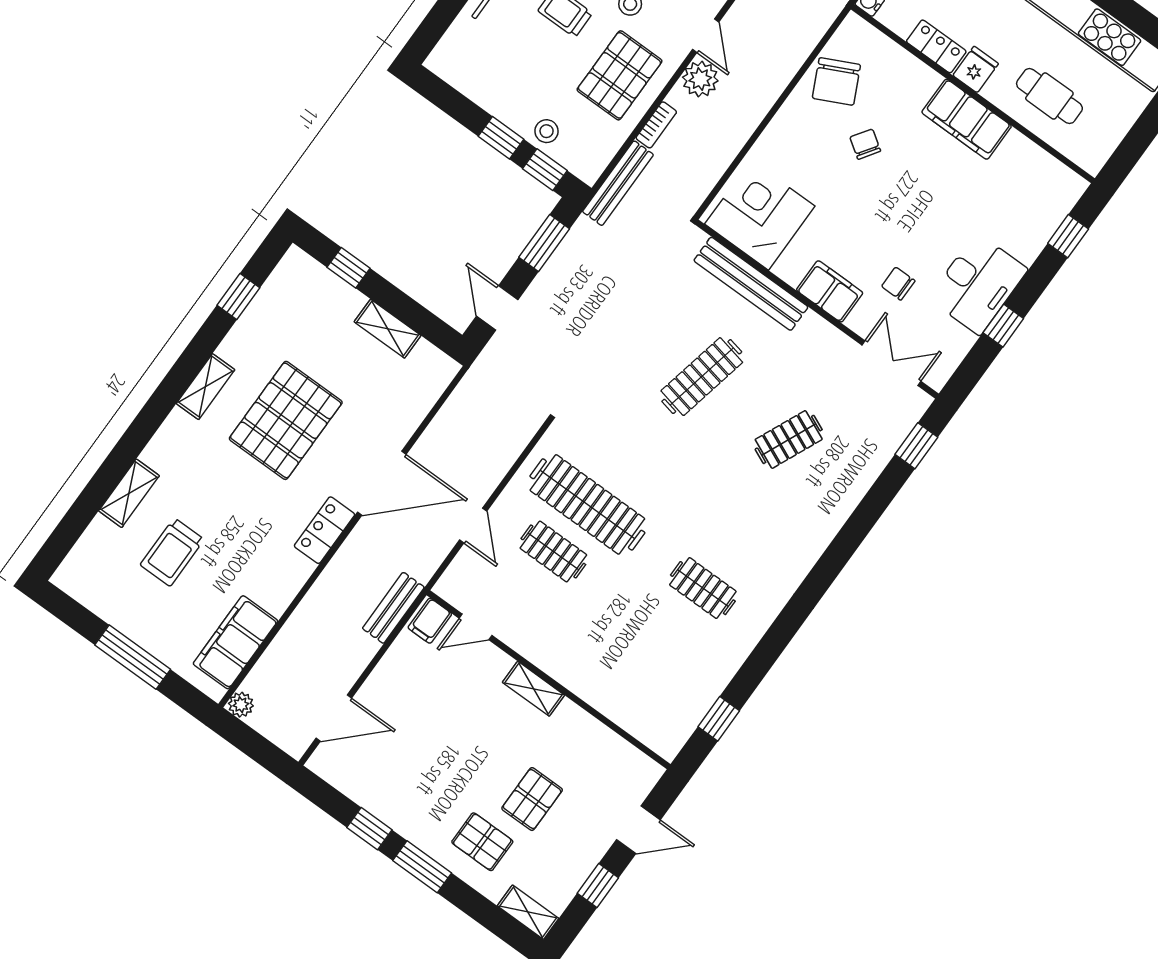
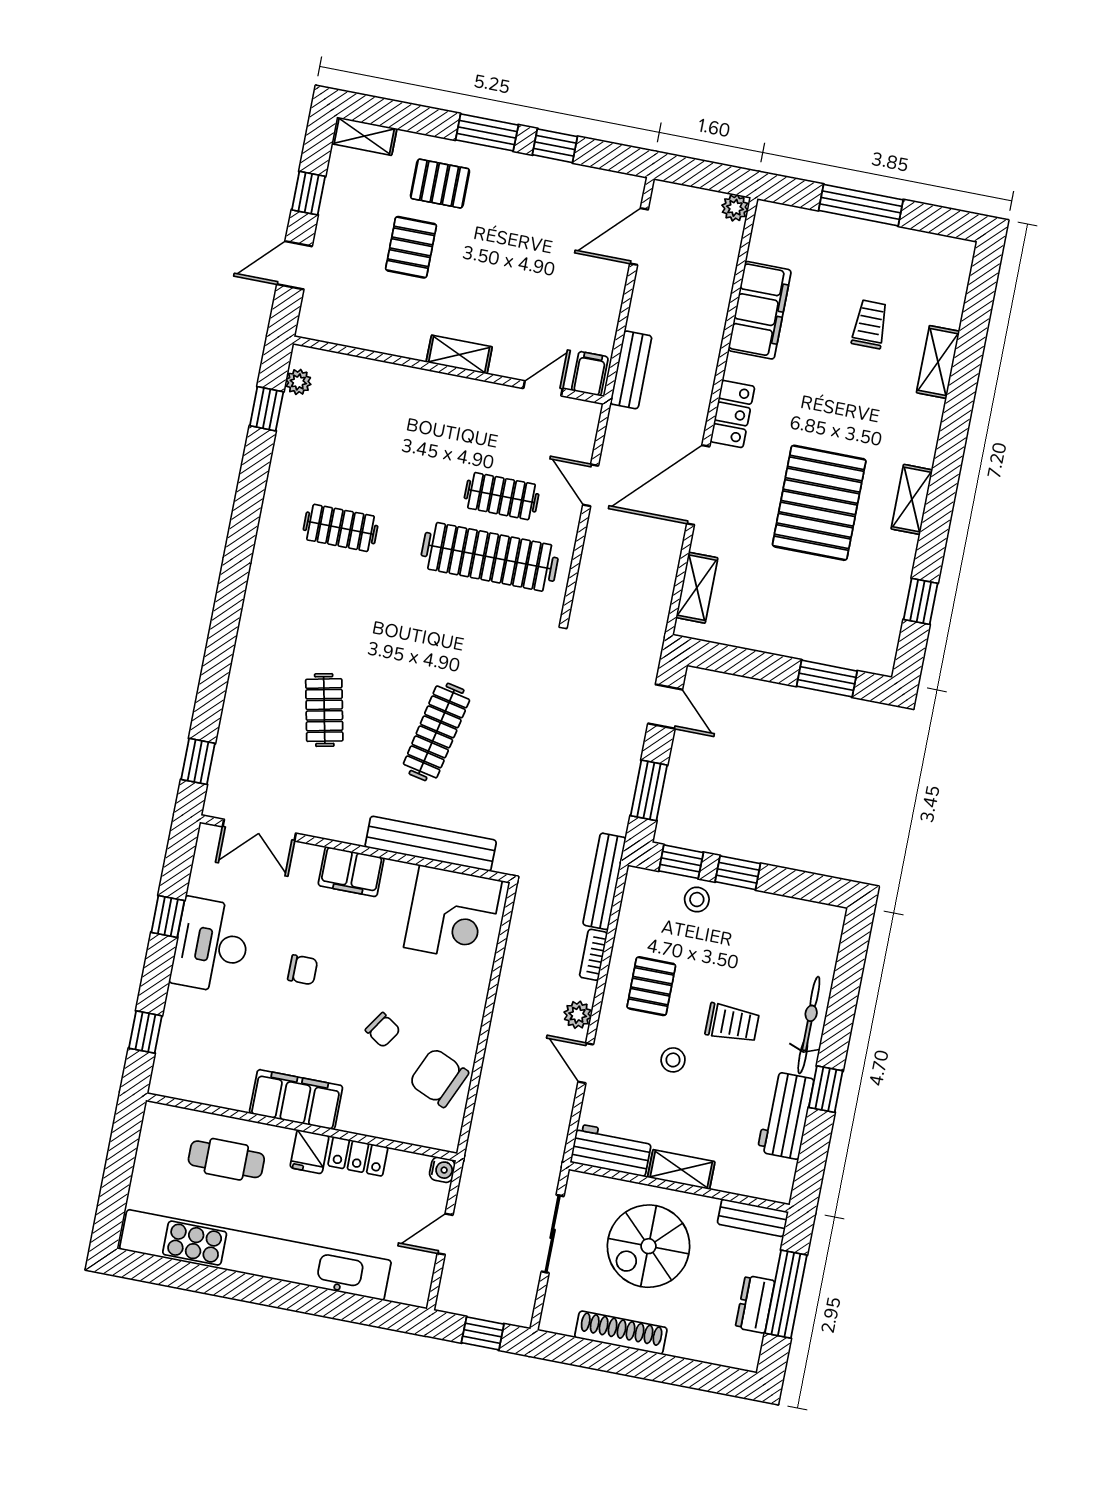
pallet: (619, 75) -> (651, 986), width x0.67, depth x0.71
plant: (700, 79) -> (578, 1015), width x0.73, depth x0.73
chair: (836, 82) -> (439, 1078), turned -40
window: (349, 268) -> (827, 679), width x1.50
chair: (898, 284) -> (303, 970), moved
shelving: (388, 329) -> (697, 588), moved, turned 90
clothes rail: (789, 439) -> (324, 710), turned -36
trolley: (172, 552) -> (870, 324), width x0.73, depth x0.72
filing cabinet: (235, 642) -> (760, 310), moved
plant: (681, 729) -> (298, 382), added

